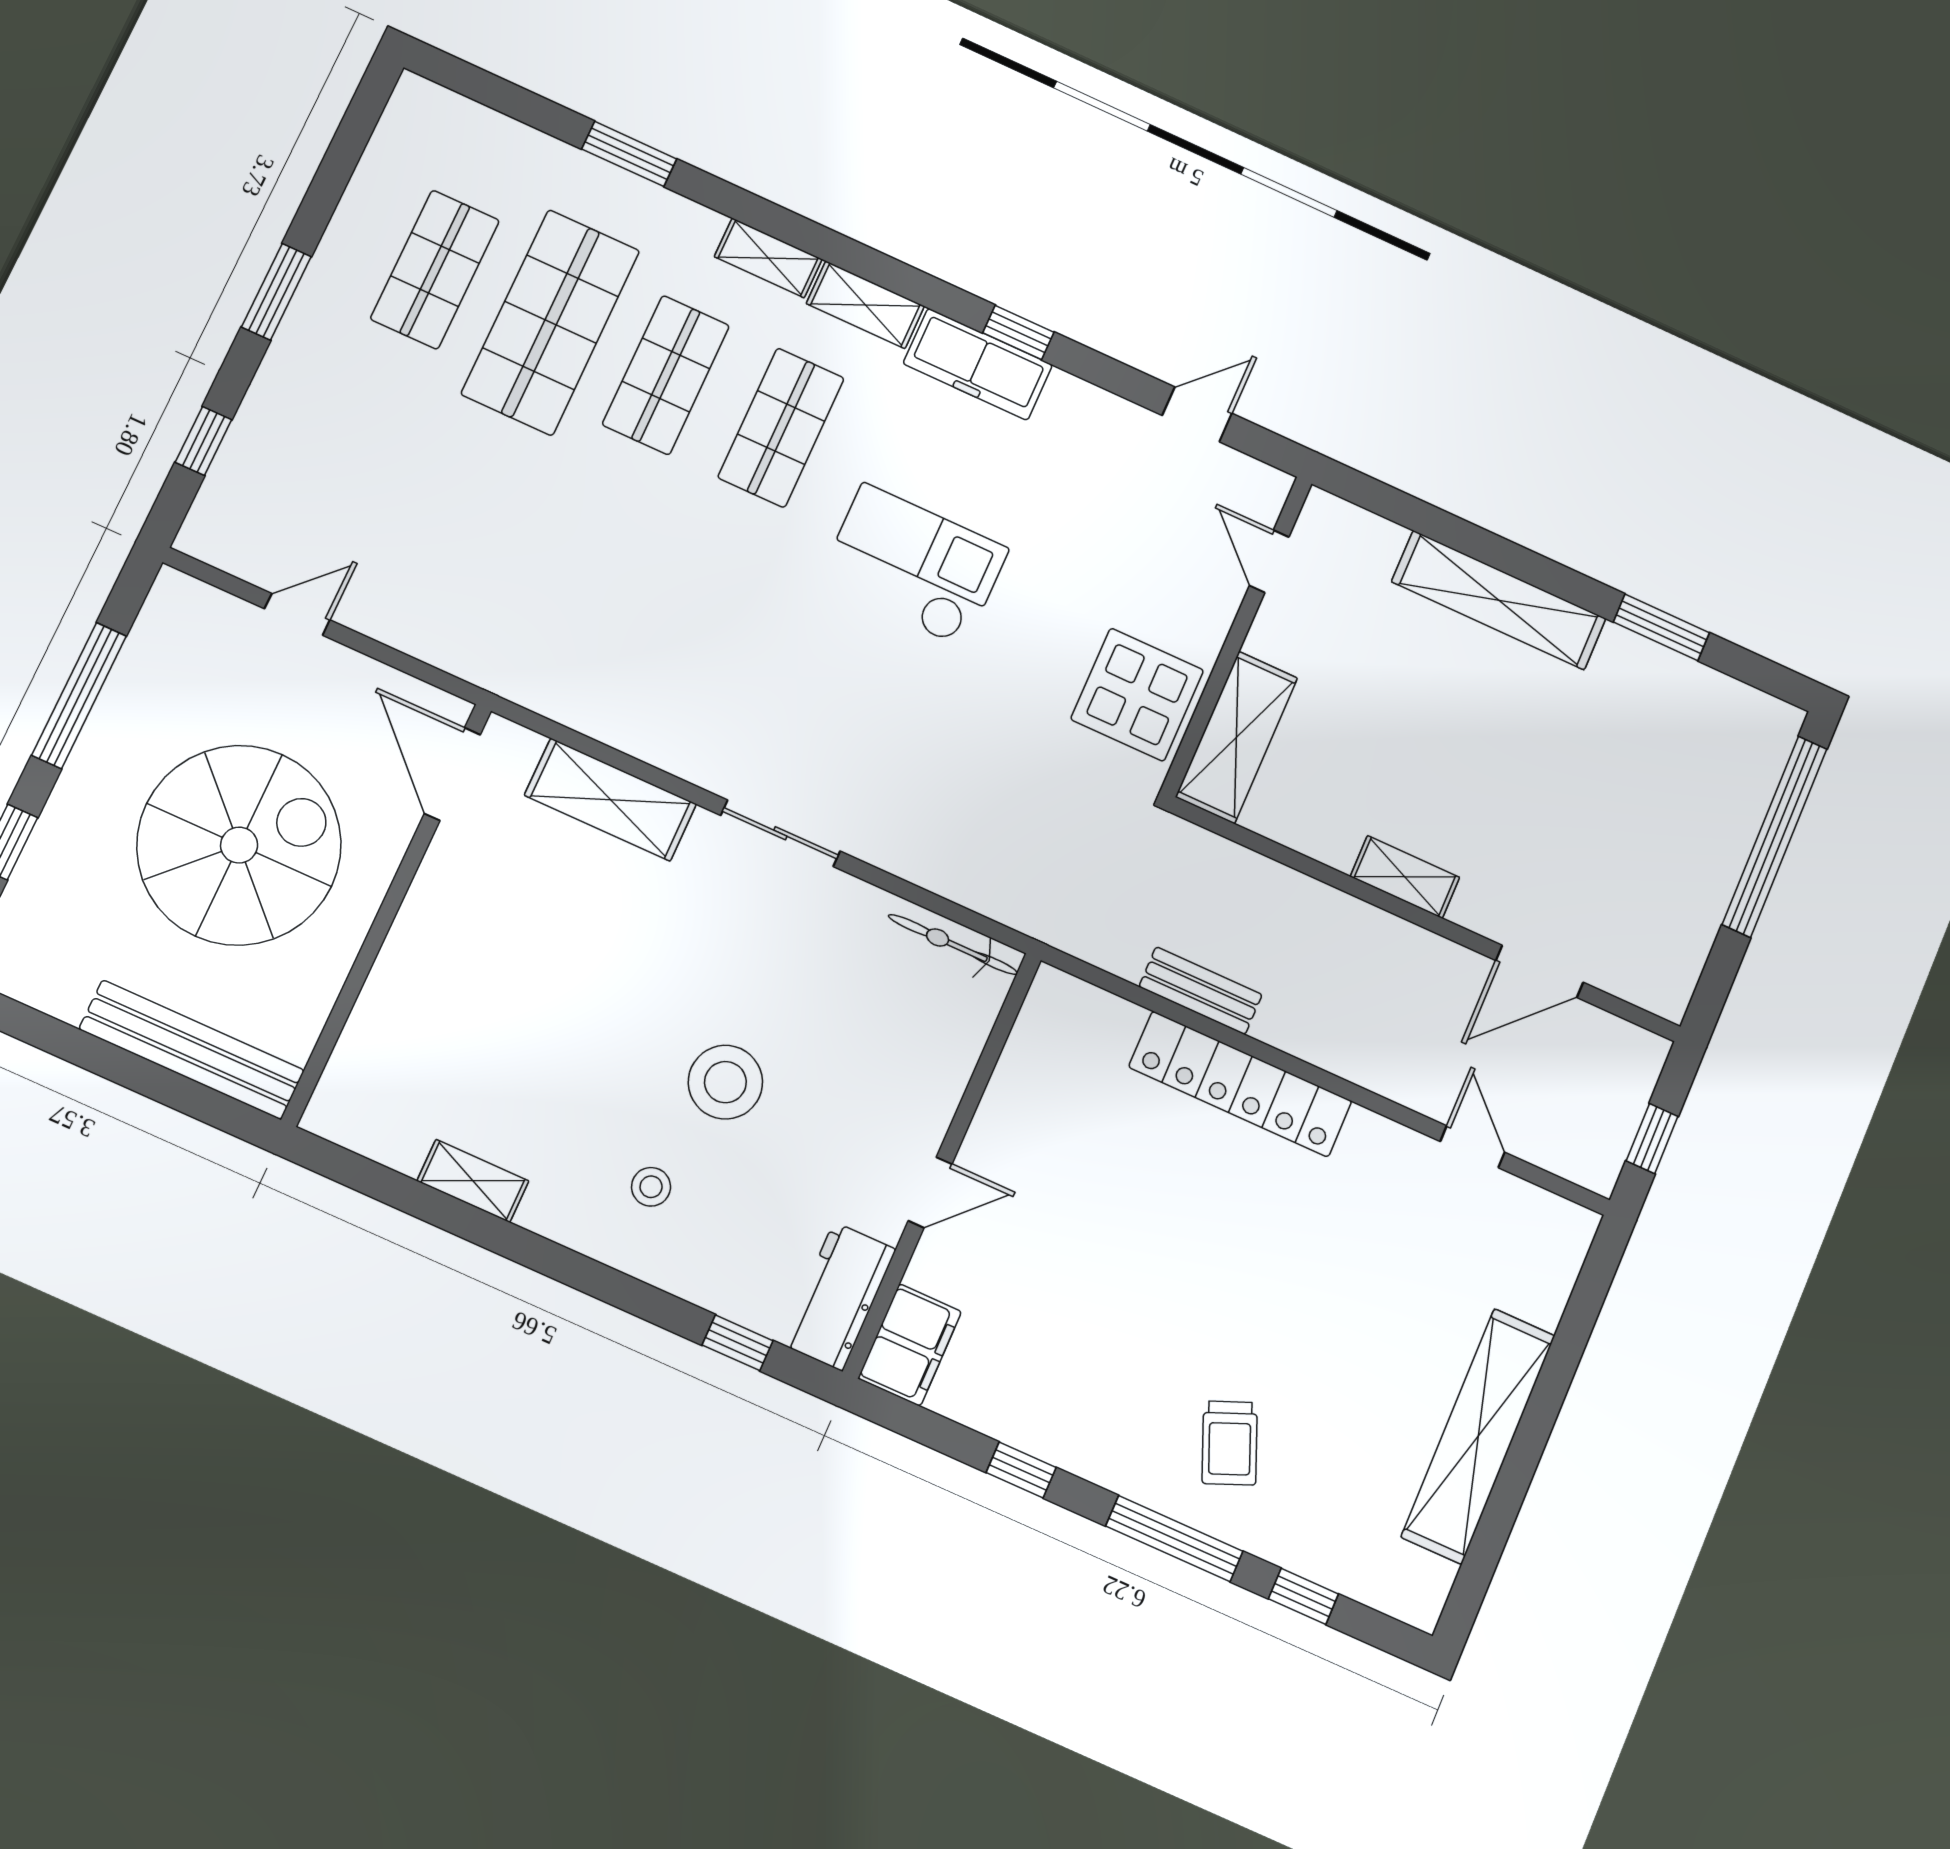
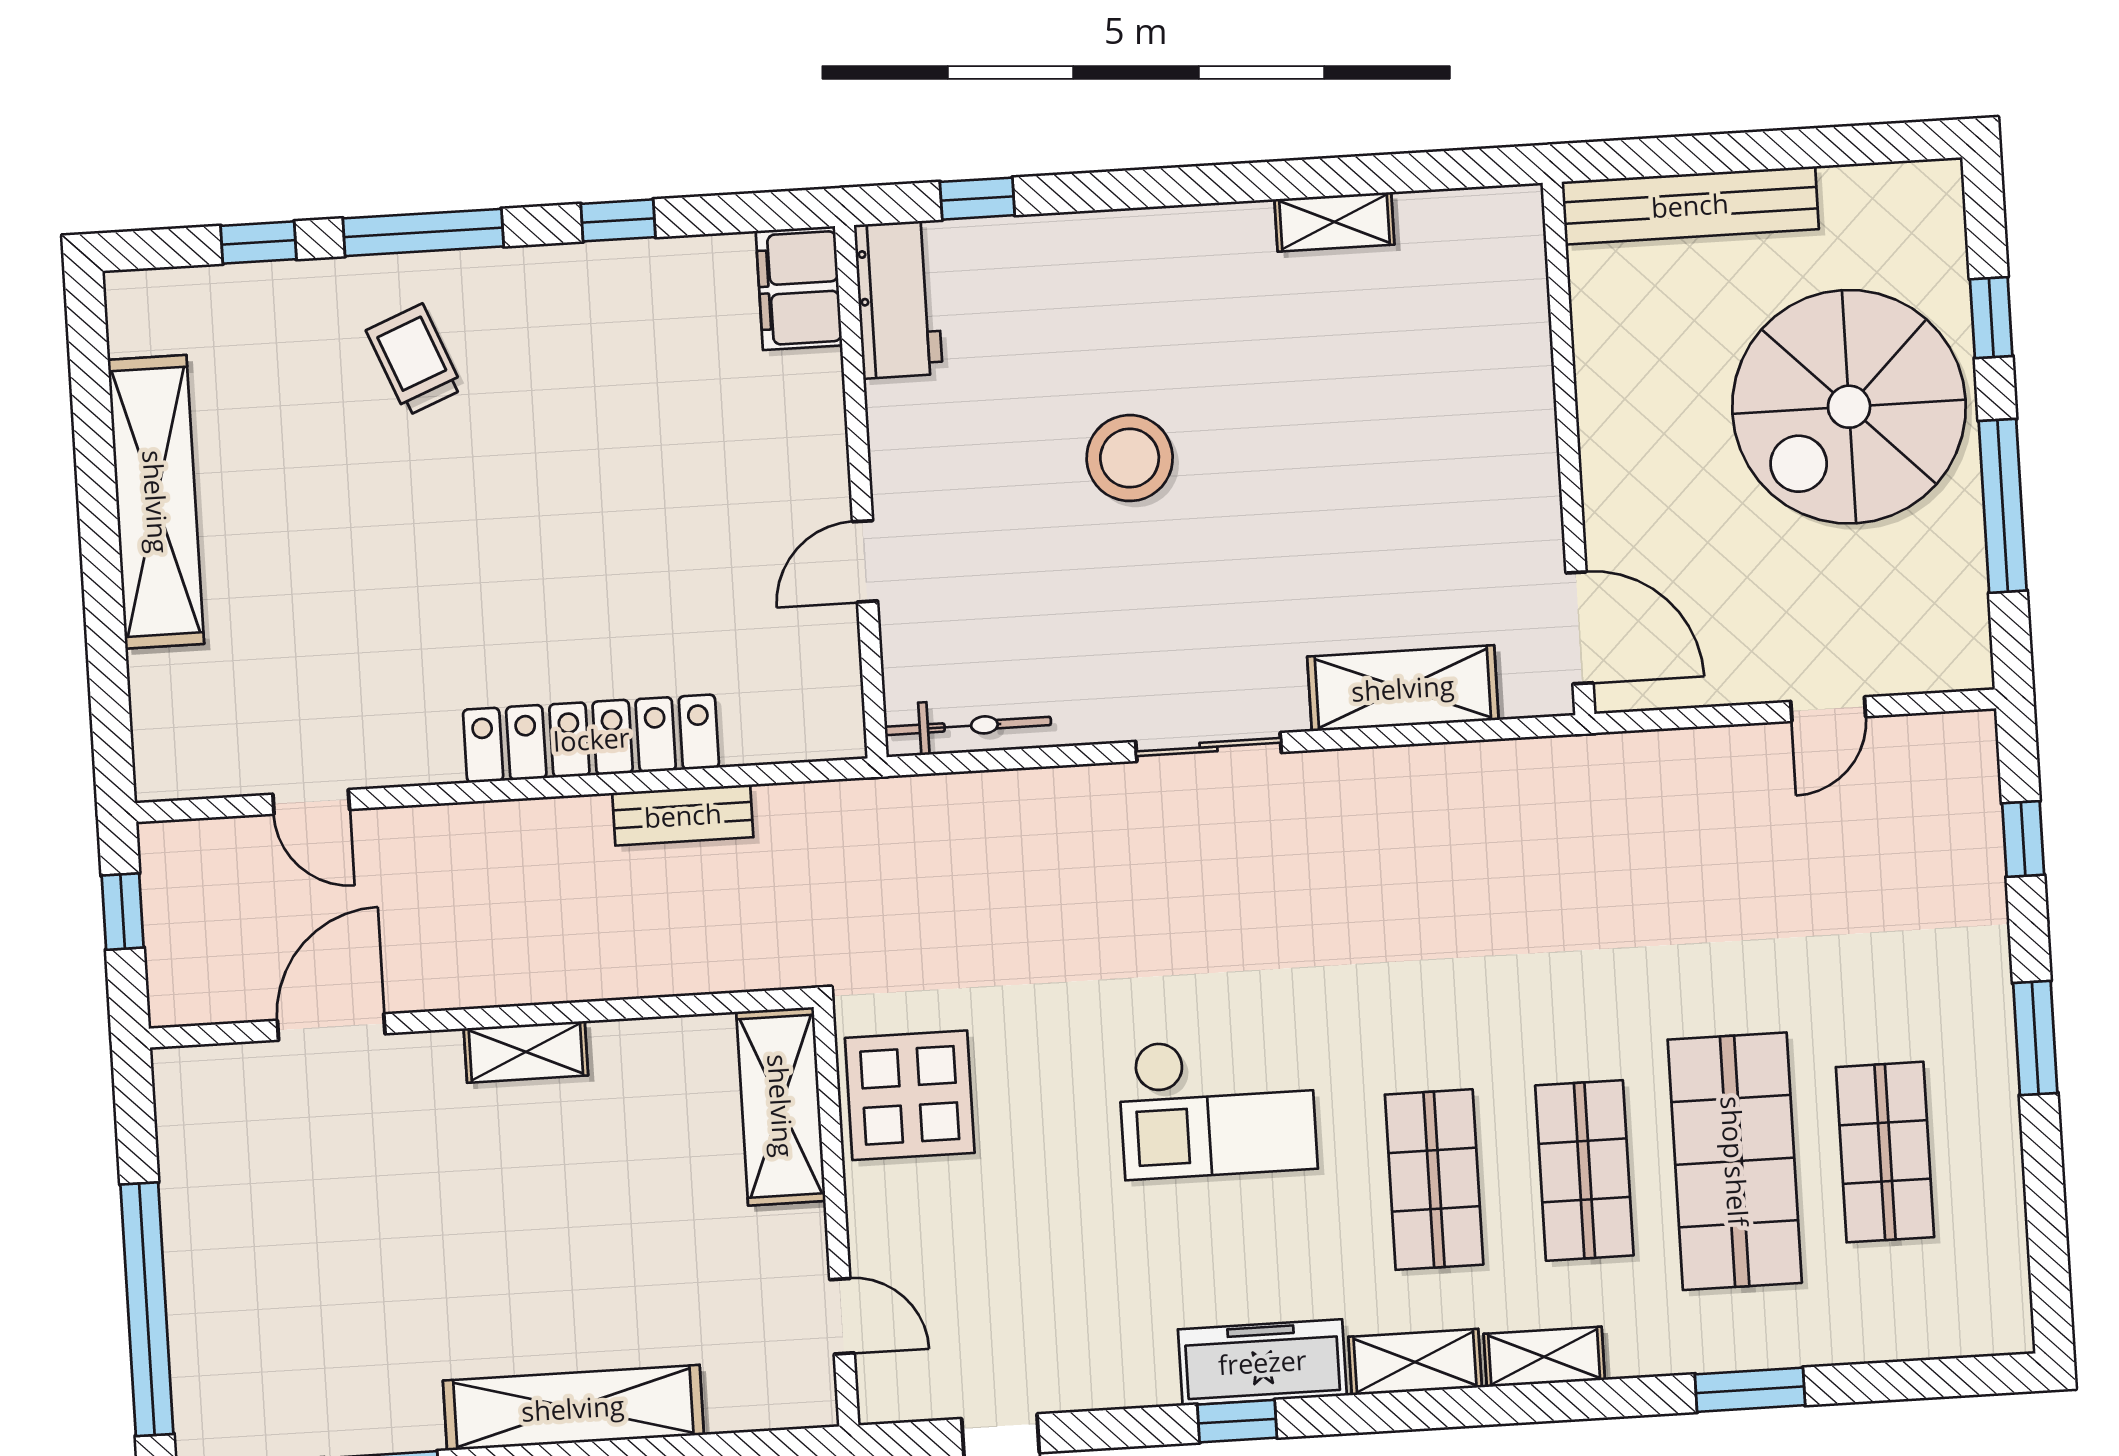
spiral stairs: (239, 845) -> (1849, 407), moved
stool: (651, 1187) -> (1149, 311), removed
door: (930, 1192) -> (865, 561), moved

